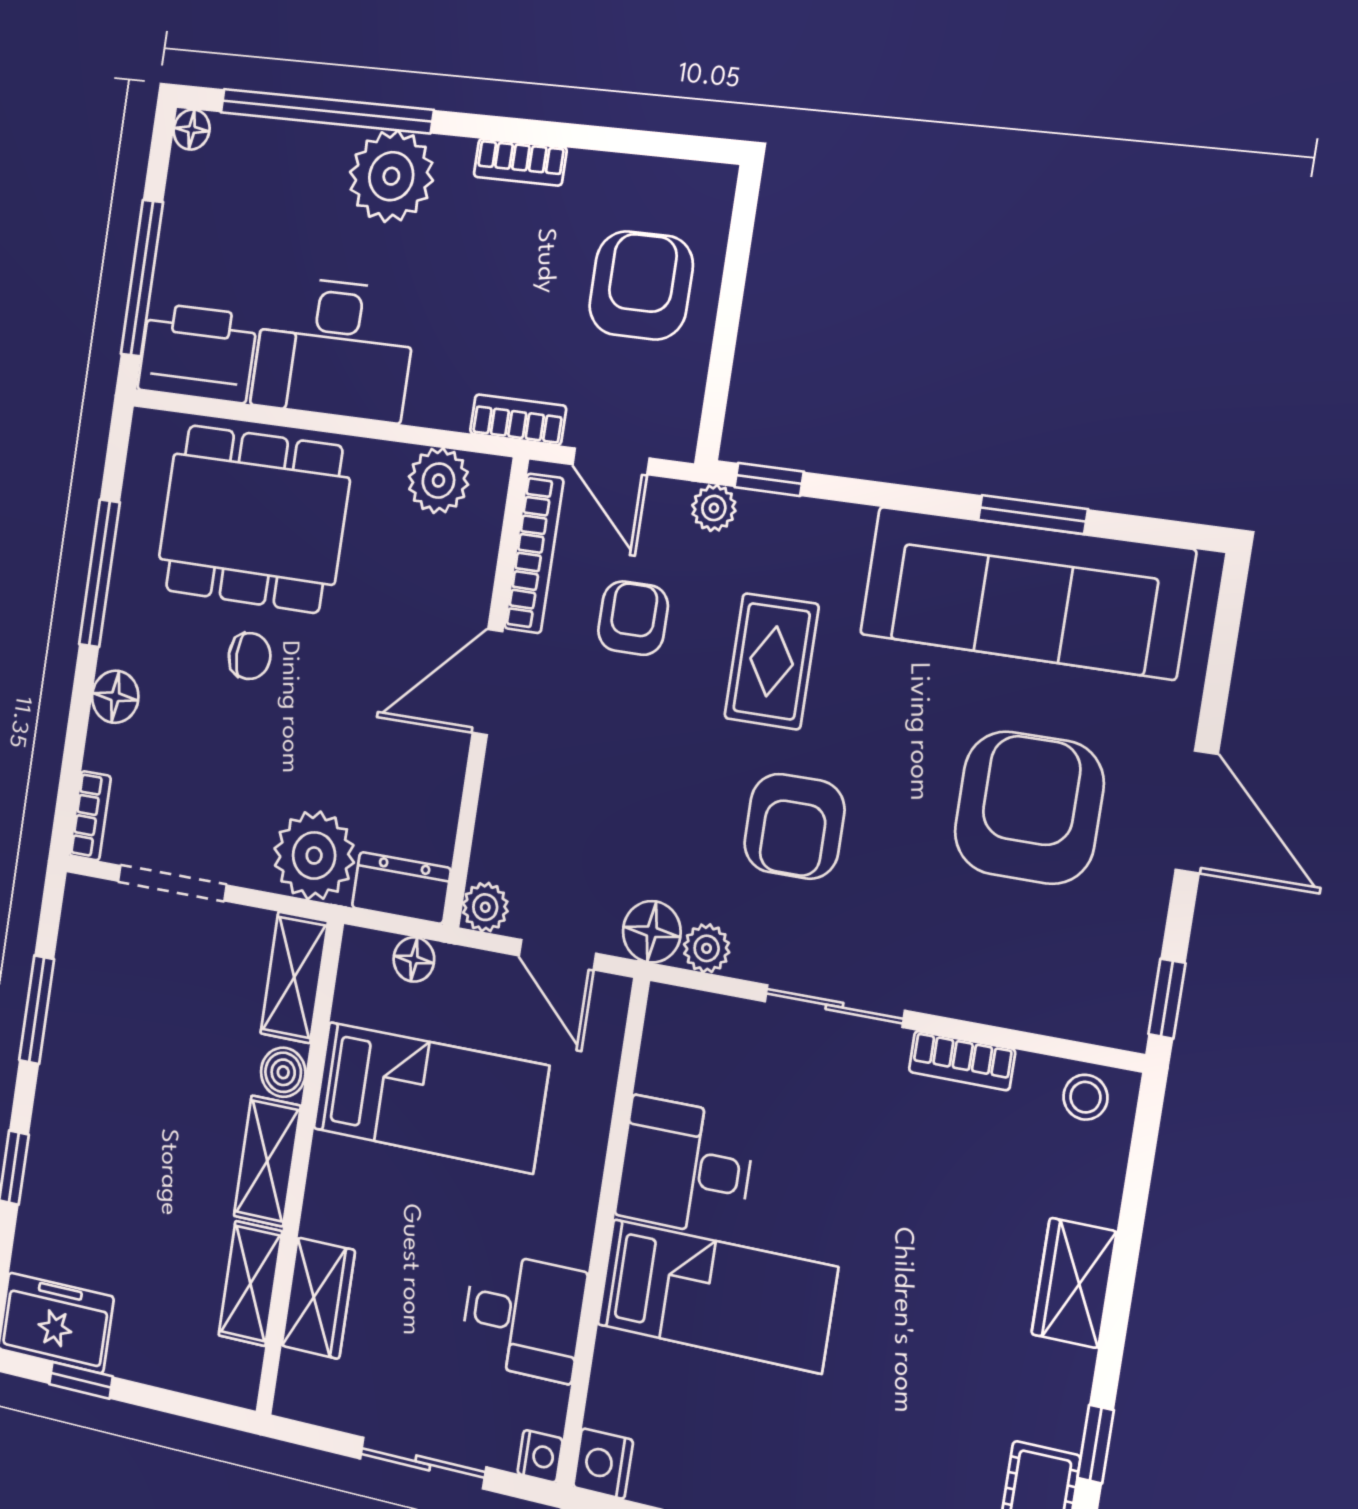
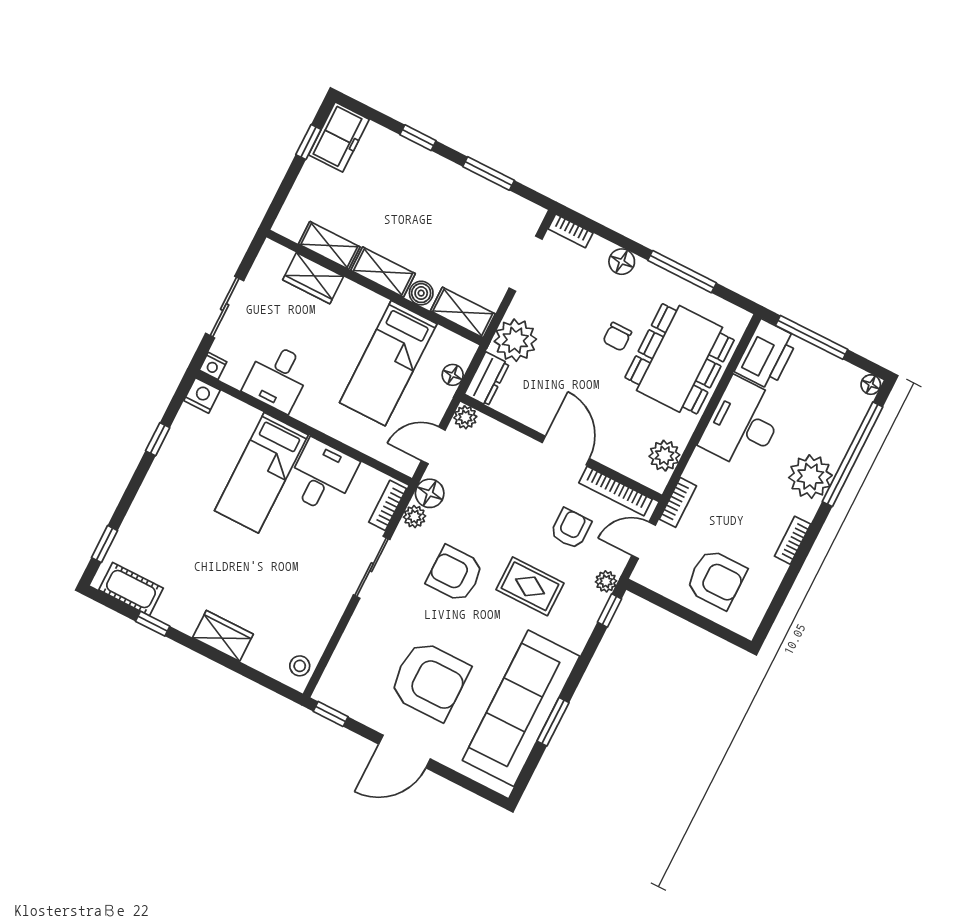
armchair: (633, 618) -> (571, 529), turned -90
bookcase: (962, 1061) -> (388, 505), moved

